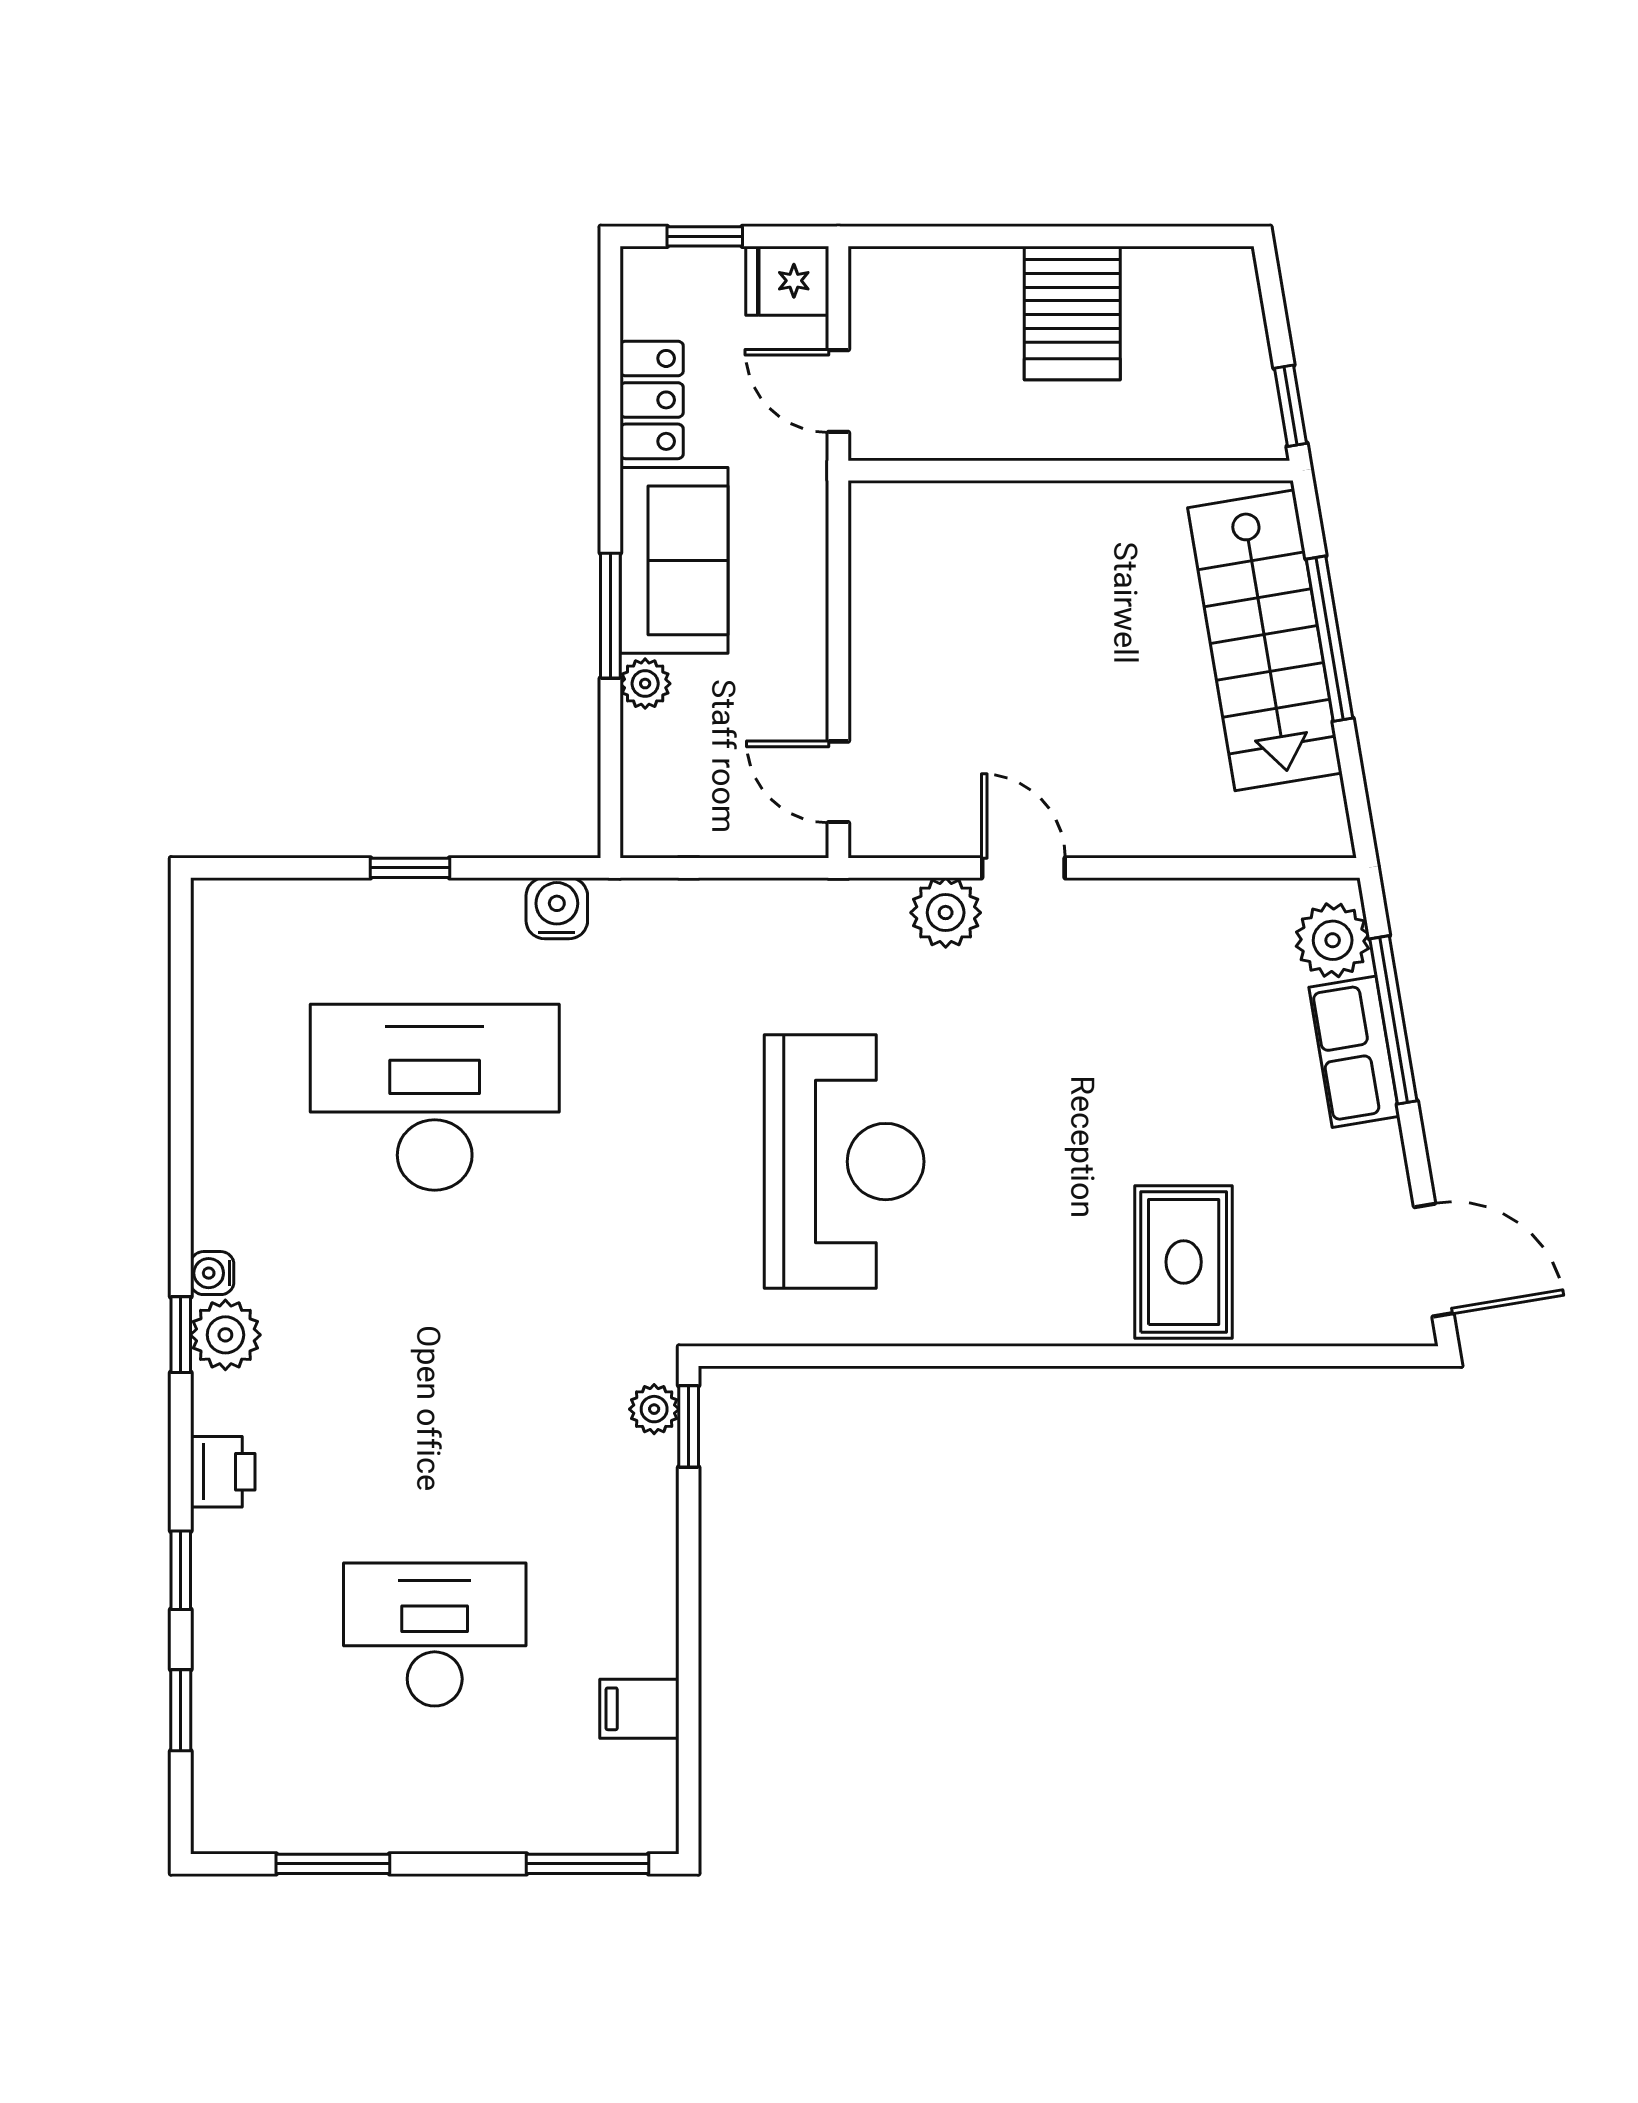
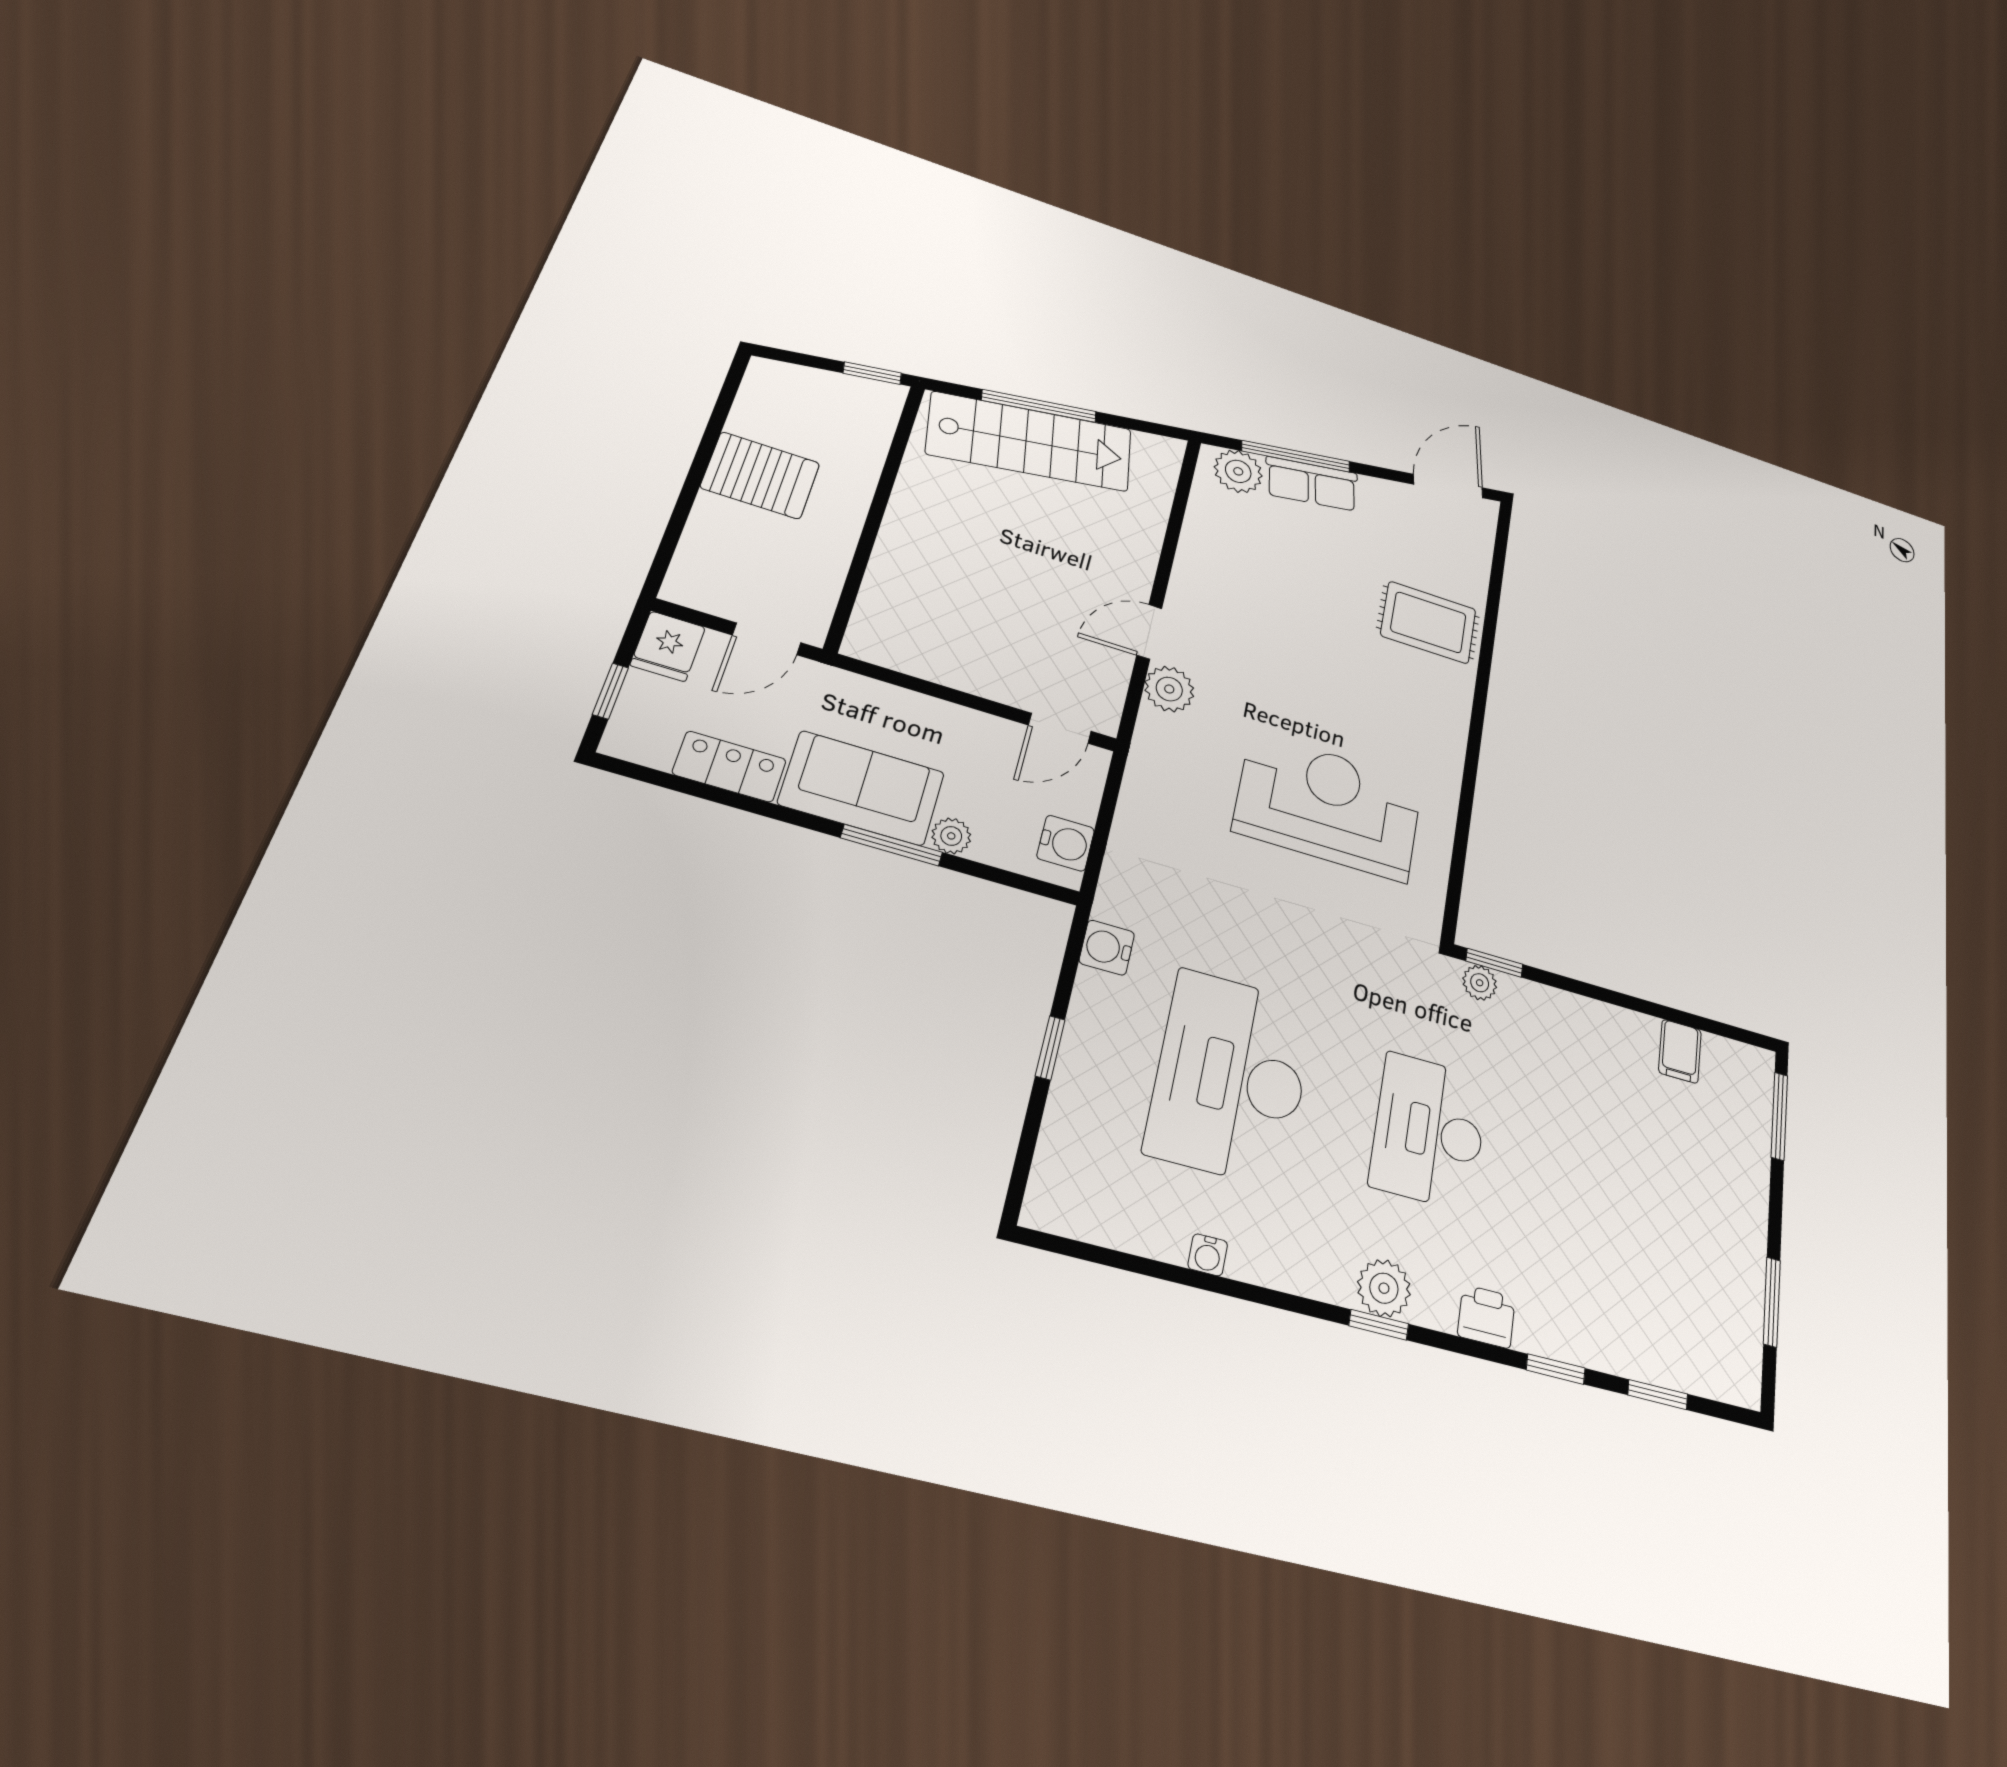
water cooler: (680, 826) -> (1066, 843), added
water cooler: (212, 1273) -> (1208, 1255), moved
desk: (435, 1634) -> (1429, 1131), moved

